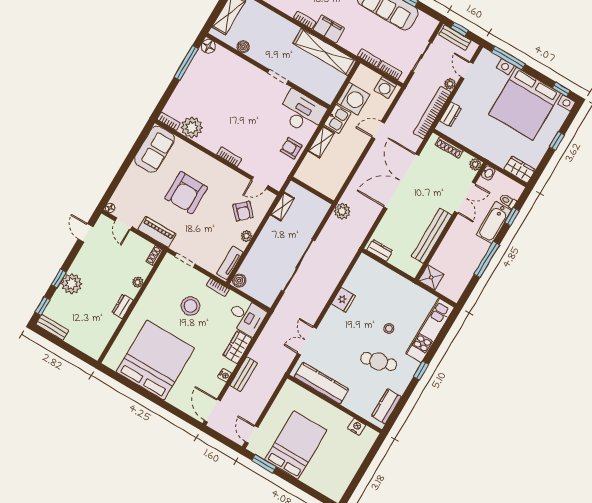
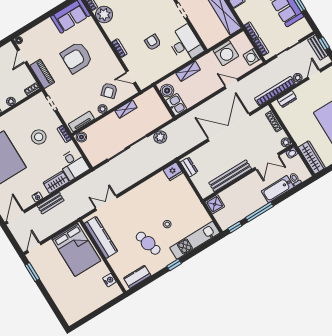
kitchen sink: (338, 119) -> (176, 105), moved, turned -90
armchair: (291, 148) -> (153, 42), moved
wardrobe: (520, 170) -> (312, 157), width x1.50
boiler: (309, 176) -> (167, 91), added
shelving: (282, 206) -> (126, 109), moved
plant: (342, 211) -> (160, 137), moved
window: (512, 217) -> (235, 227), moved
fridge: (343, 300) -> (173, 171), moved
bed: (296, 445) -> (76, 250), moved, turned 90

